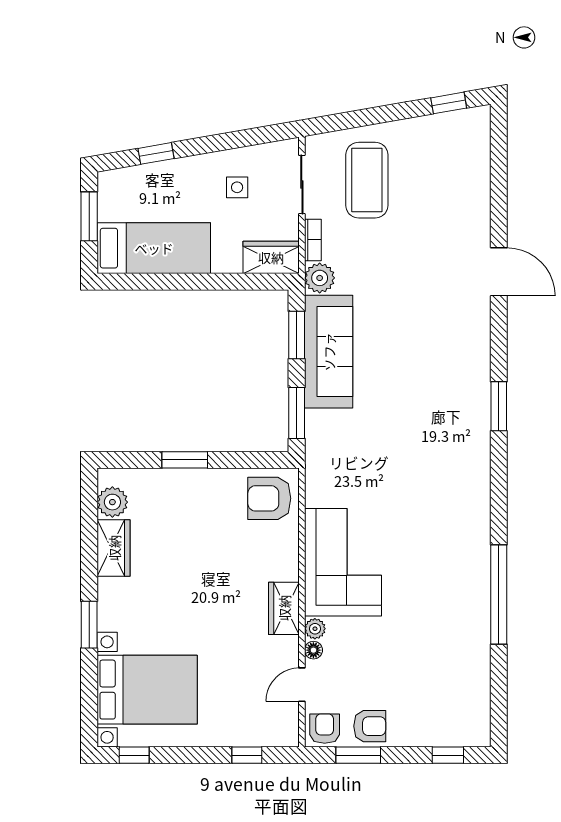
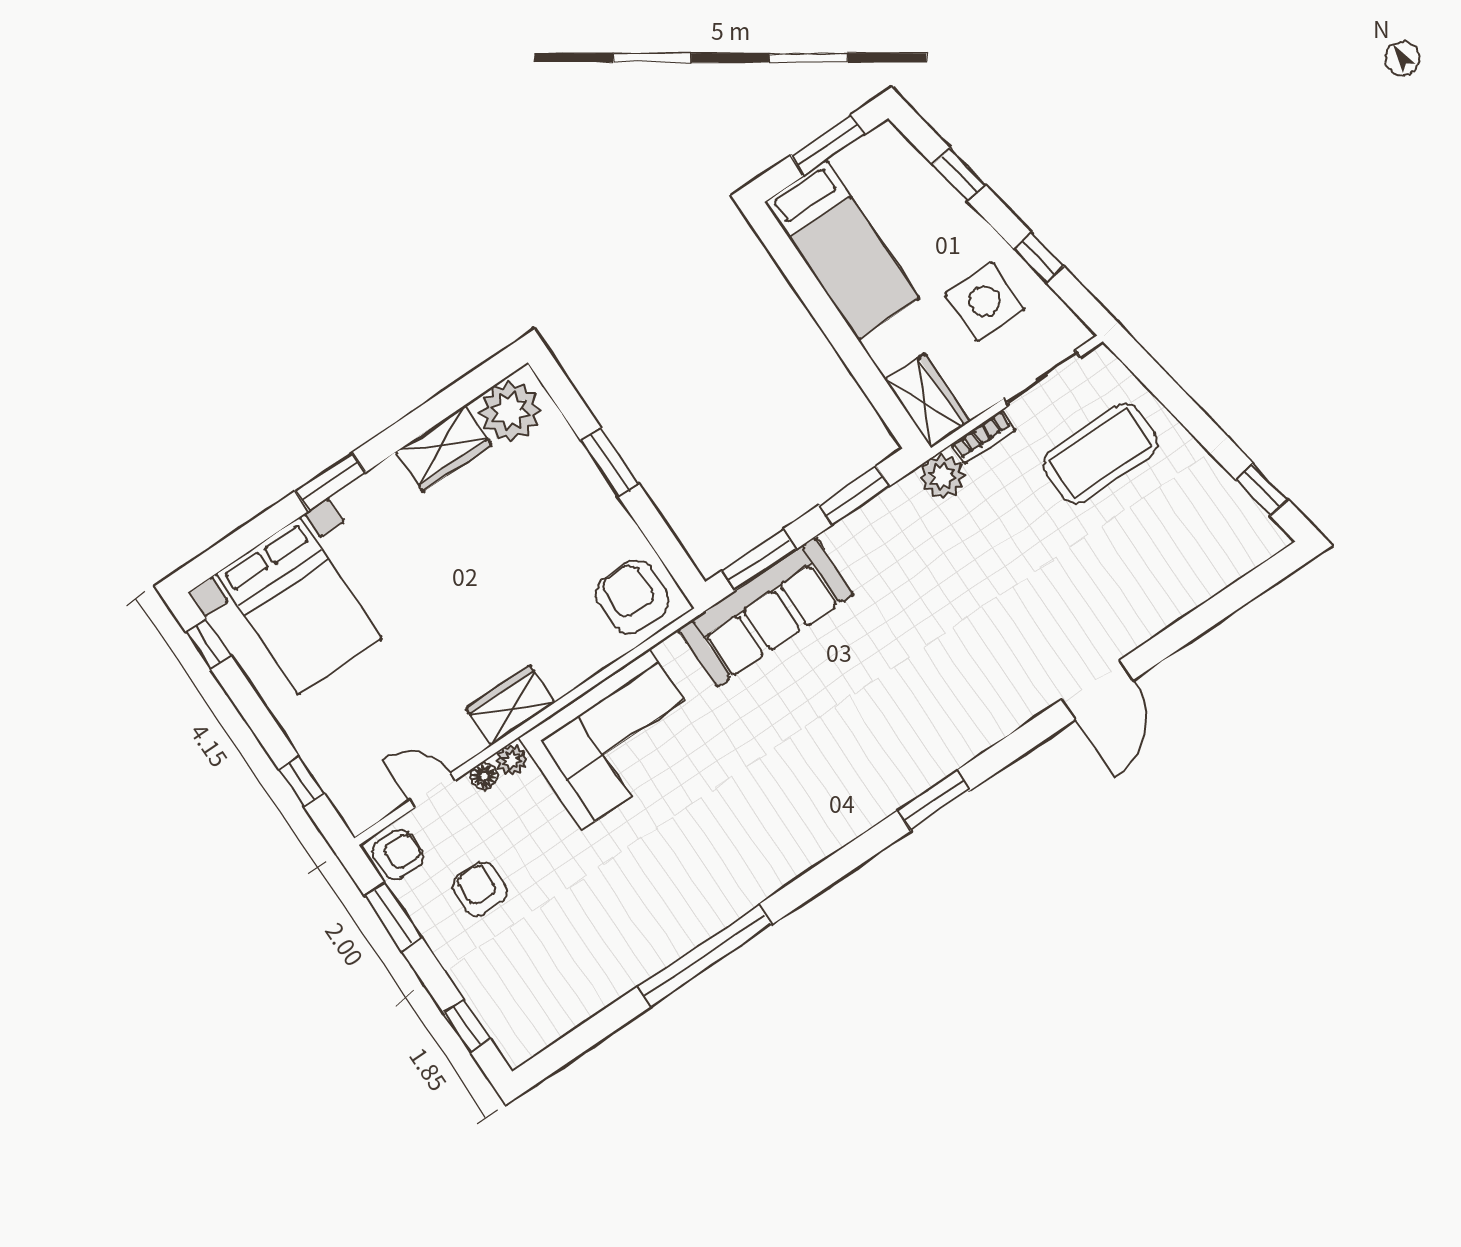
window: (233, 140) -> (1039, 258), added
side table: (237, 187) -> (985, 301), width x1.87, depth x1.87
sofa: (329, 352) -> (766, 612), moved
plant: (112, 502) -> (510, 411), width x1.36, depth x1.36
armchair: (370, 726) -> (480, 889), moved, turned 180

